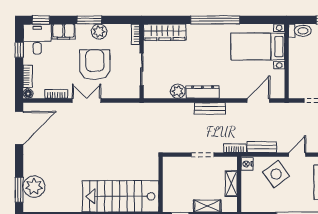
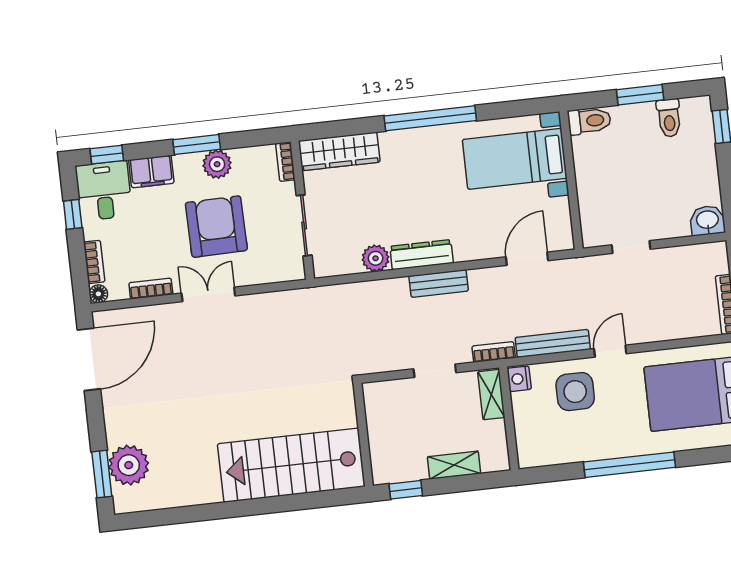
bench: (262, 147) -> (553, 343), width x1.36
side table: (276, 174) -> (575, 392), turned 36
shelving: (231, 184) -> (491, 395), moved

